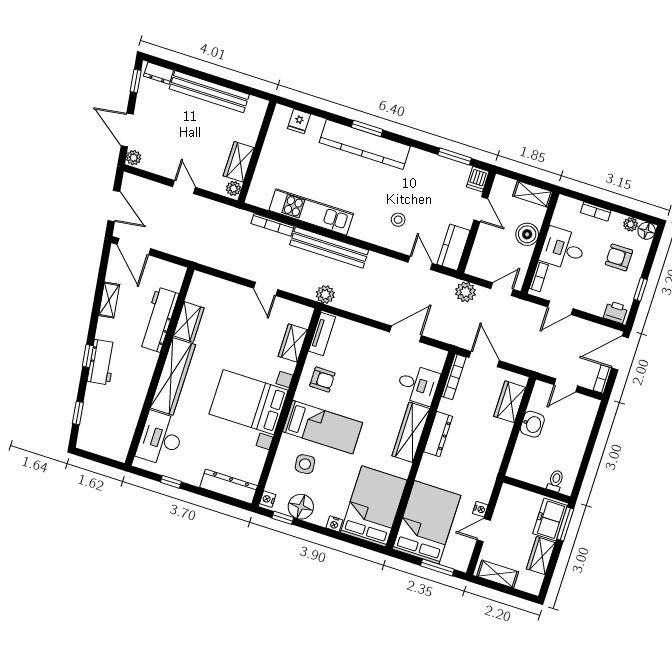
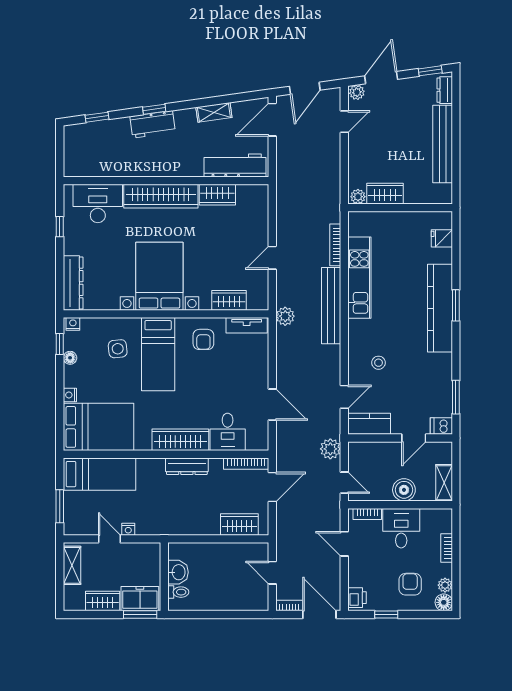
door: (184, 187) -> (344, 122), moved
workbench: (159, 320) -> (235, 165), moved
washbasin: (532, 424) -> (178, 572), moved, turned -90
floor lamp: (301, 507) -> (70, 358), width x0.53, depth x0.53
bed: (427, 522) -> (99, 474), width x0.67

